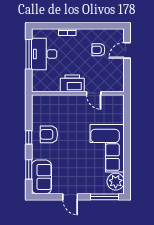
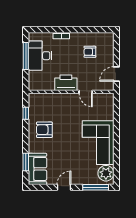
door: (127, 50) -> (116, 74), moved
window: (29, 137) -> (26, 113), moved
door: (70, 197) -> (64, 187), swing flipped

